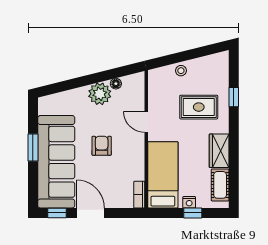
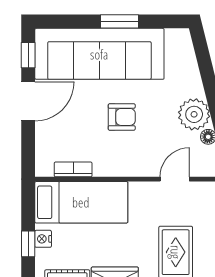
door: (146, 122) -> (175, 179), moved
bookcase: (139, 195) -> (73, 169), moved

